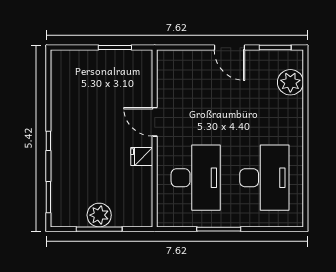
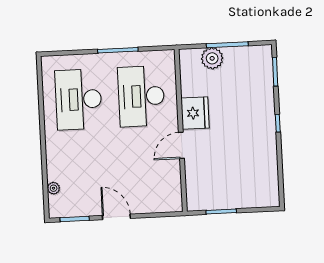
plant: (290, 82) -> (54, 188), width x0.53, depth x0.53
door: (155, 122) -> (181, 145), swing flipped
fridge: (142, 156) -> (195, 113), width x1.88, depth x1.34
plant: (99, 215) -> (212, 58), moved

